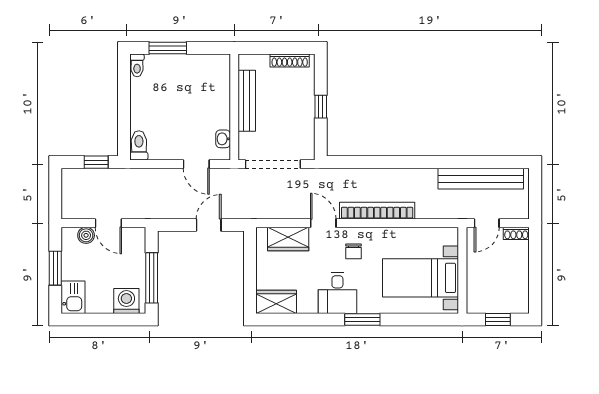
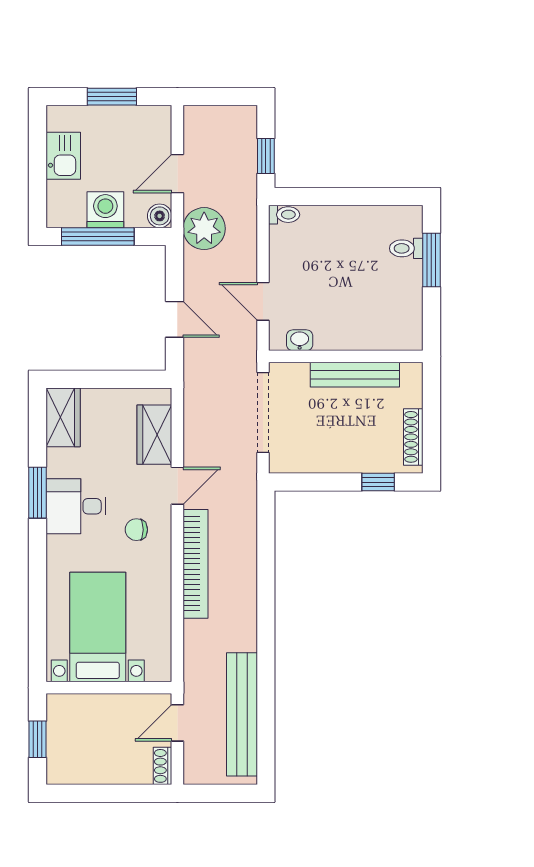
toilet: (137, 65) -> (406, 248), moved
window: (321, 107) -> (378, 482), moved
toilet: (139, 145) -> (284, 215), width x0.73, depth x0.72
door: (196, 164) -> (263, 301), hinge flipped
plant: (146, 205) -> (204, 229), added
door: (487, 223) -> (177, 723), hinge flipped
boiler: (86, 235) -> (160, 216), moved
kitchen sink: (73, 297) -> (63, 156), moved, turned -90
washing machine: (126, 301) -> (105, 210), moved, turned -90
window: (362, 319) -> (37, 493), moved

